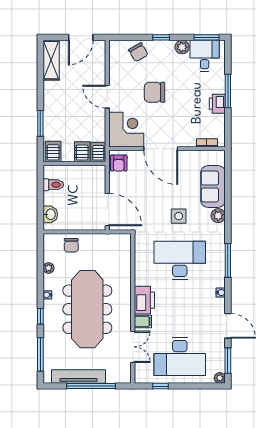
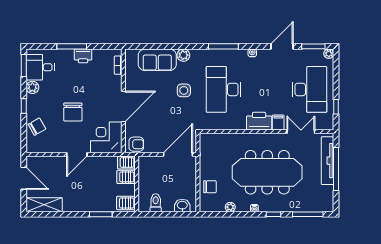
tv unit: (78, 376) -> (327, 161), moved

